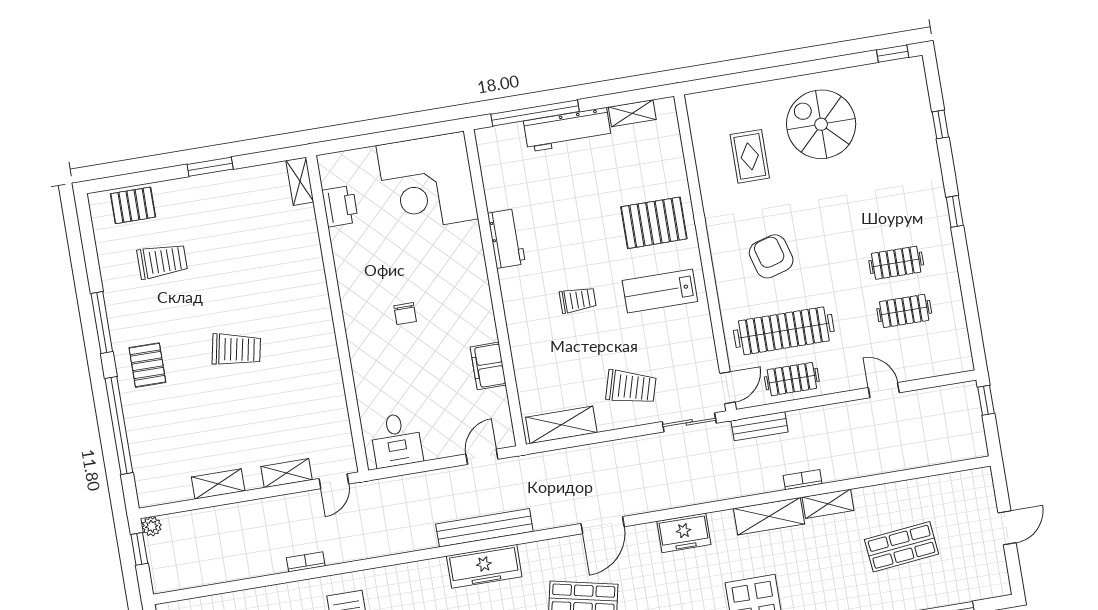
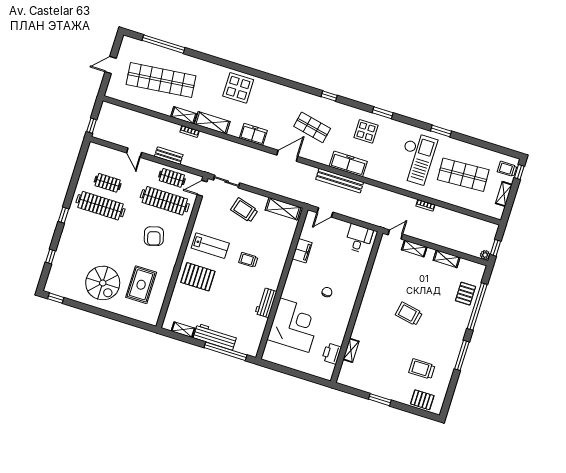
rug: (750, 156) -> (141, 285), width x1.36, depth x1.43
shelving: (300, 181) -> (351, 350), moved
corner desk: (427, 182) -> (294, 325), moved
clothes rail: (896, 263) -> (100, 206), width x1.86, depth x1.31
pallet: (147, 365) -> (466, 294), moved
bench: (759, 426) -> (169, 156), moved
shop shelf: (902, 547) -> (161, 80), width x2.00, depth x1.36

